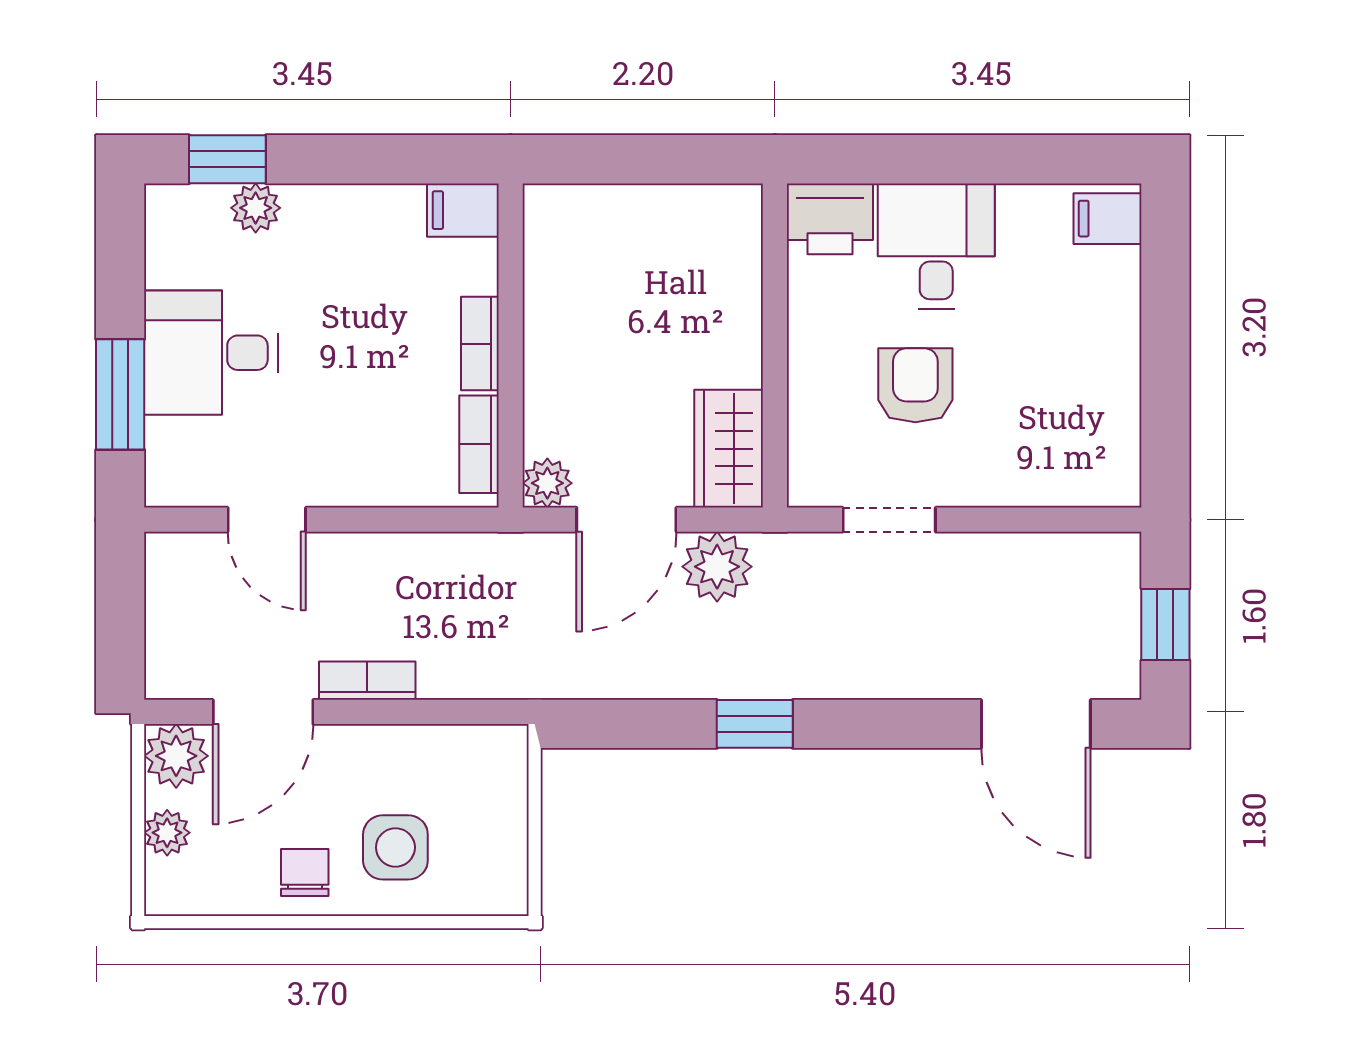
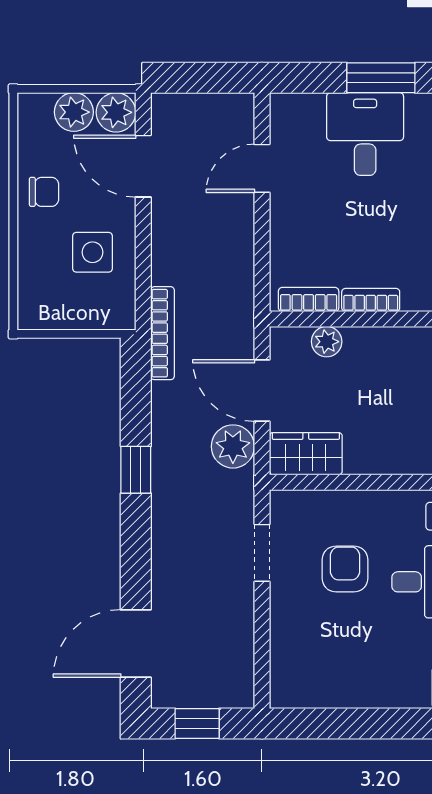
armchair: (915, 385) -> (345, 569), turned -90
window: (120, 394) -> (381, 78), moved
plant: (547, 483) -> (327, 342), moved
bookcase: (367, 681) -> (163, 333), moved, width x1.56
plant: (167, 833) -> (74, 112), width x1.38, depth x1.38
side table: (395, 847) -> (92, 252), moved

